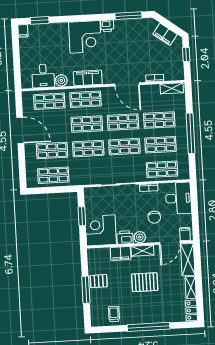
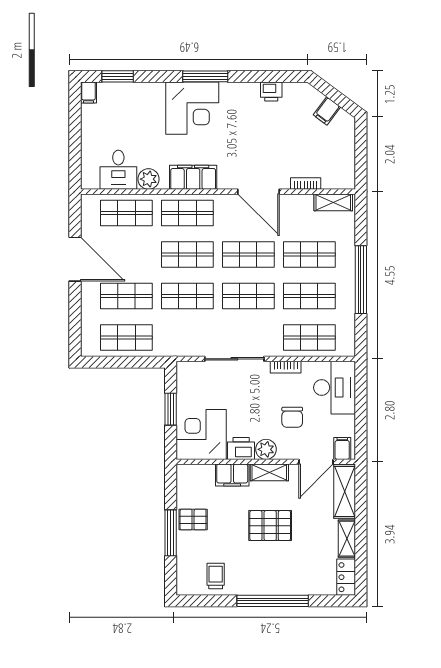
window: (128, 16) -> (205, 76), moved
printer: (107, 26) -> (271, 91), moved
filing cabinet: (165, 34) -> (327, 111), width x0.50
window: (186, 54) -> (361, 147), removed

